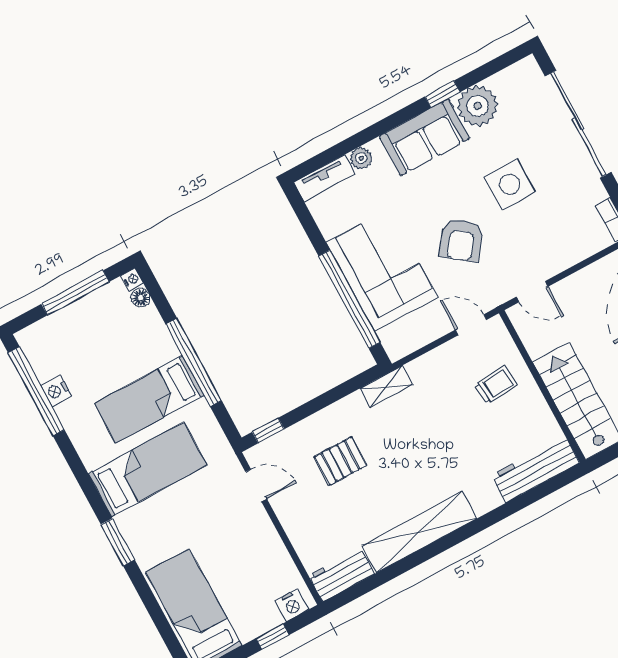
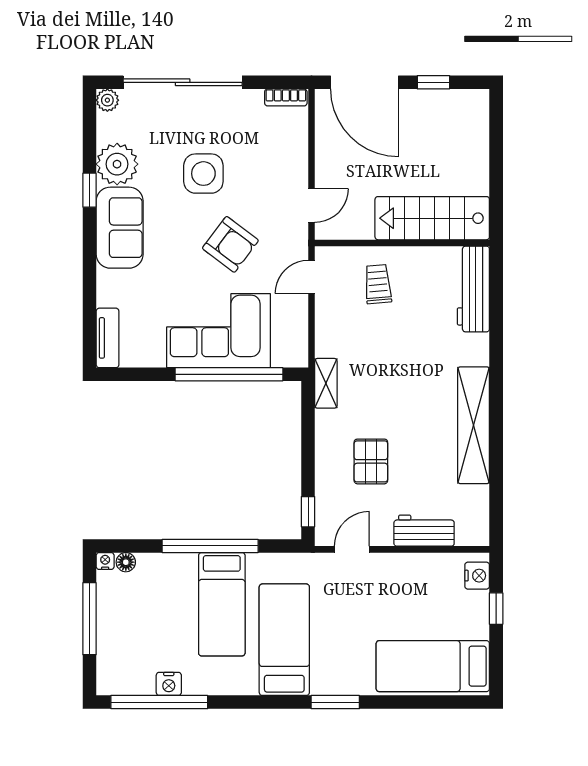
plant: (361, 158) -> (107, 100), moved
workbench: (341, 575) -> (424, 531), moved, turned 90

